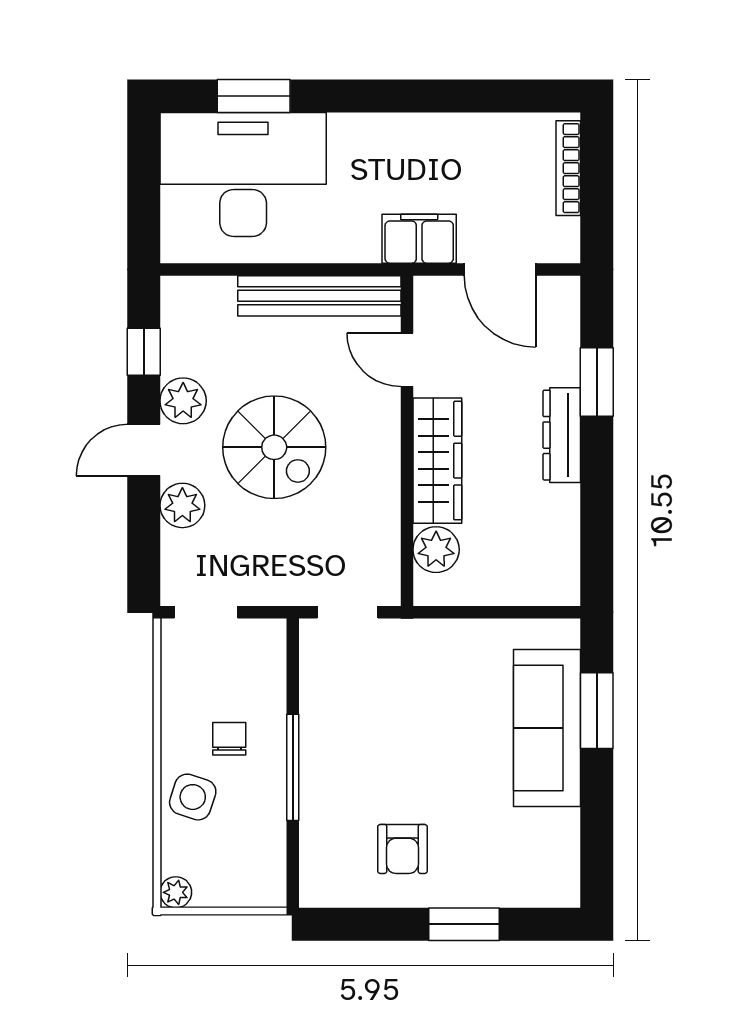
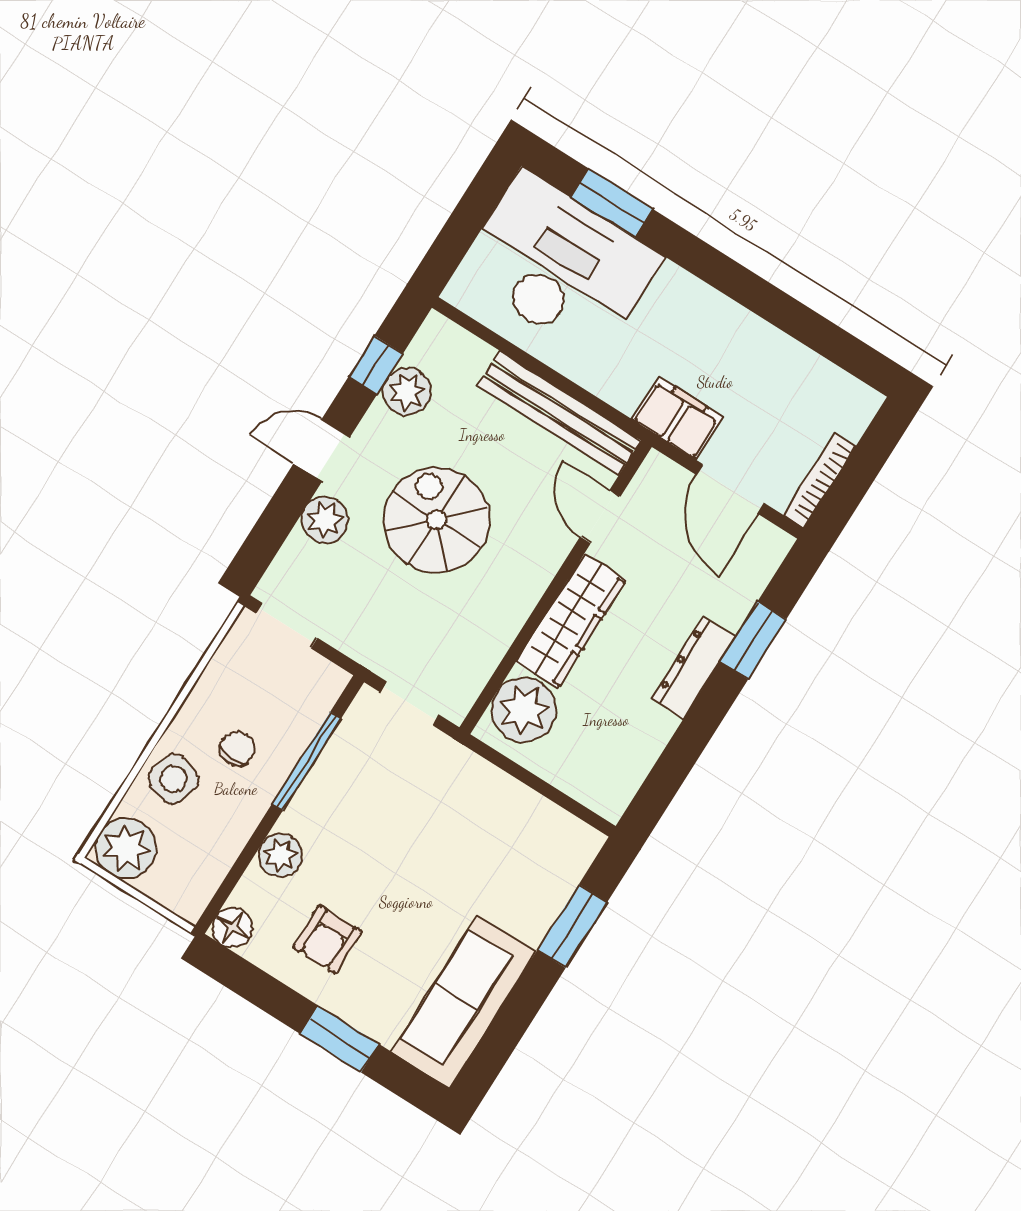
bookcase: (568, 168) -> (820, 480), moved
plant: (183, 401) -> (407, 392), moved
spiral stairs: (274, 447) -> (437, 520), turned 180
plant: (436, 550) -> (524, 710), width x1.36, depth x1.36
sofa: (547, 728) -> (464, 1002), moved
window: (293, 767) -> (307, 761), moved
plant: (320, 804) -> (280, 855), added
floor lamp: (318, 889) -> (232, 928), added
plant: (176, 892) -> (126, 848), width x1.87, depth x1.87

